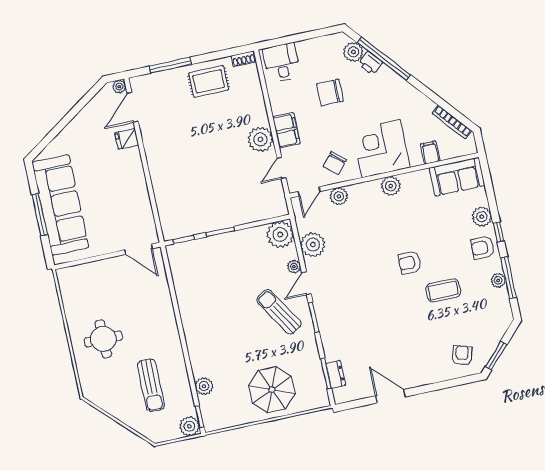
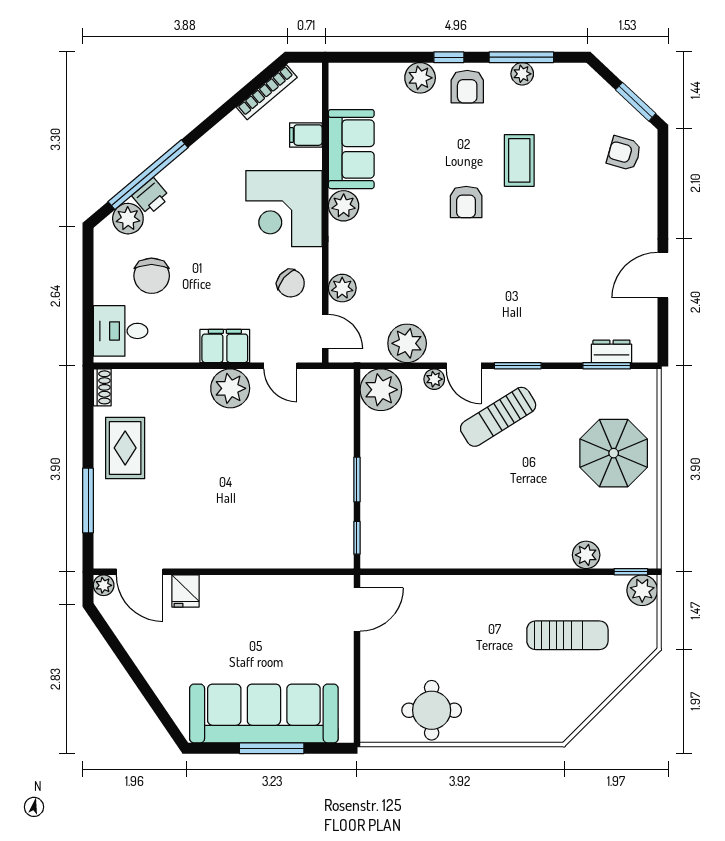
chair: (330, 92) -> (152, 276), moved
sofa: (457, 177) -> (351, 149), moved
round table: (103, 339) -> (432, 710), moved

